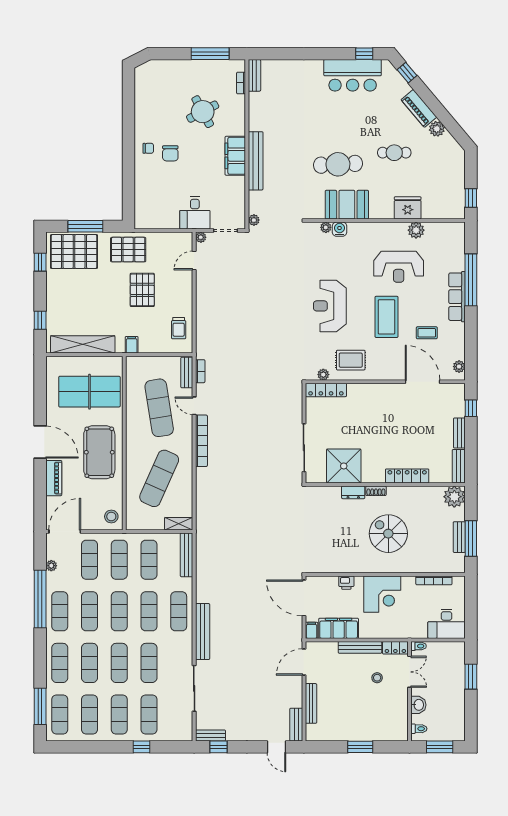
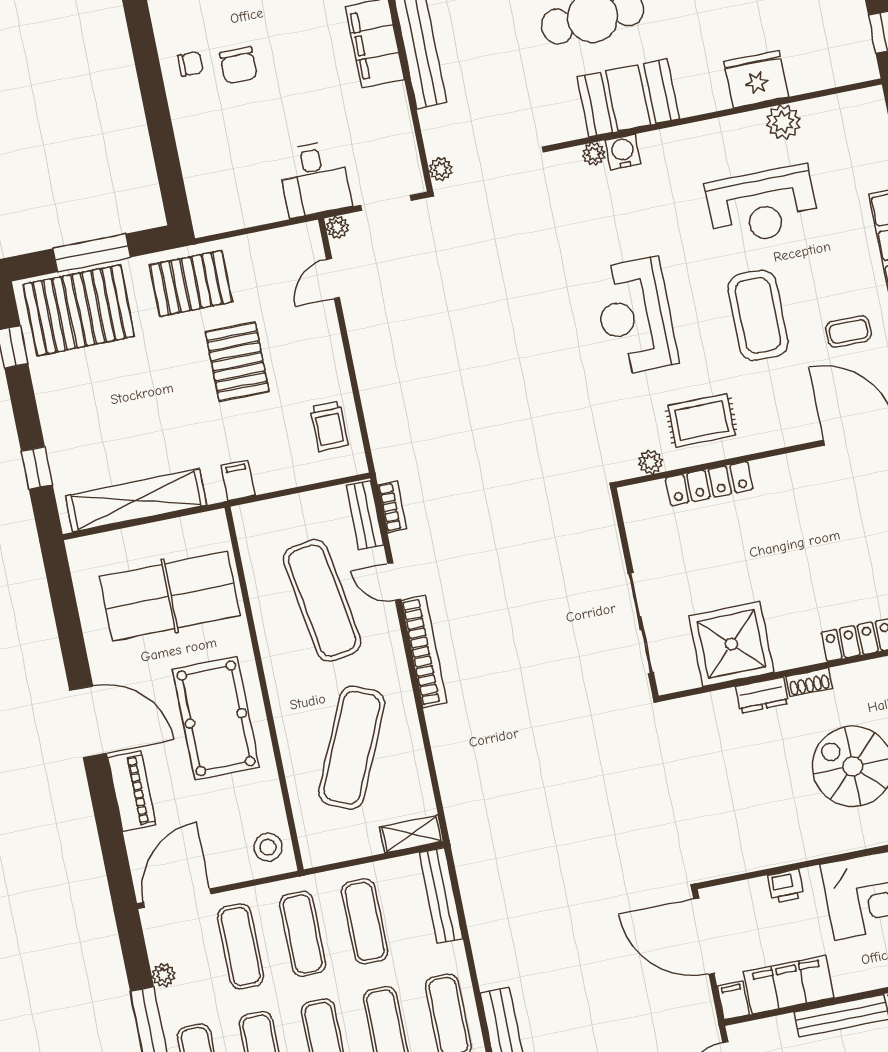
locker: (326, 390) -> (709, 484), moved

